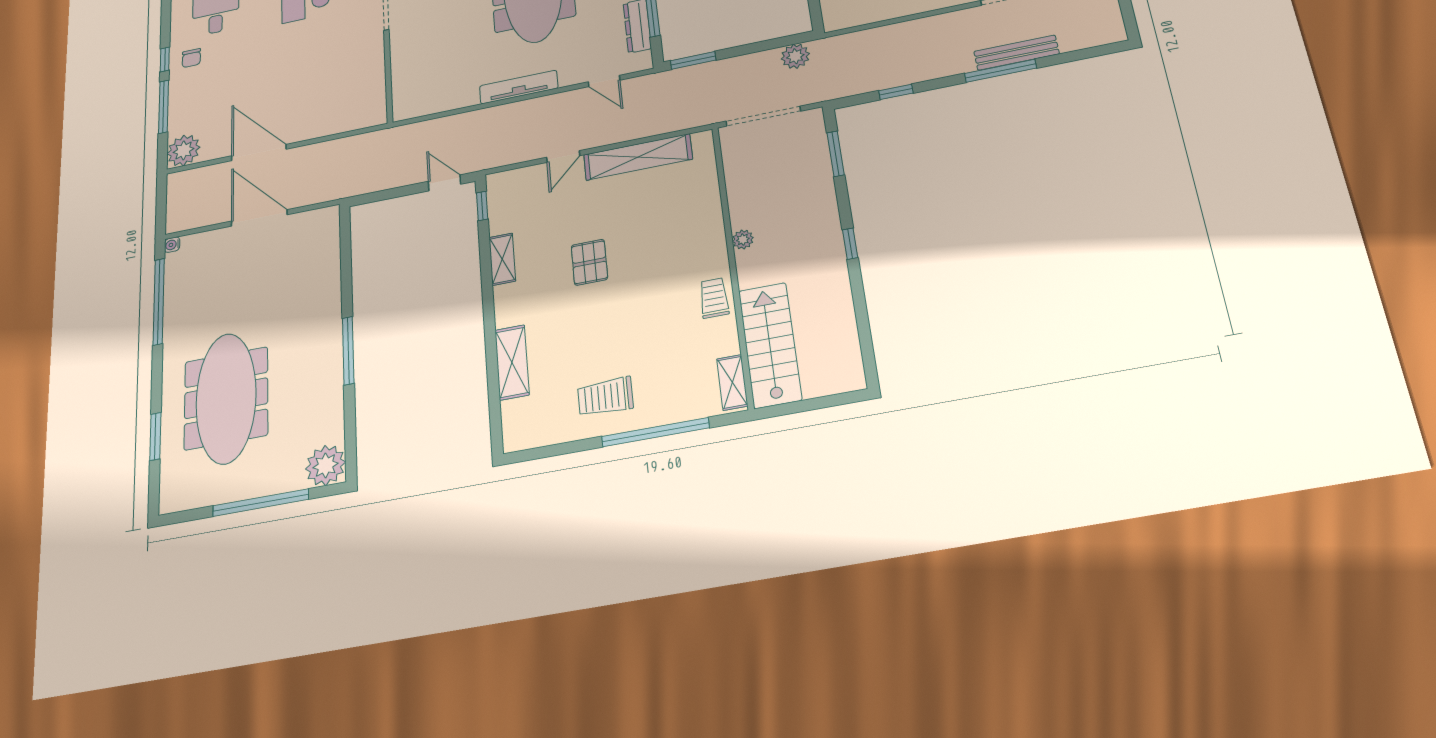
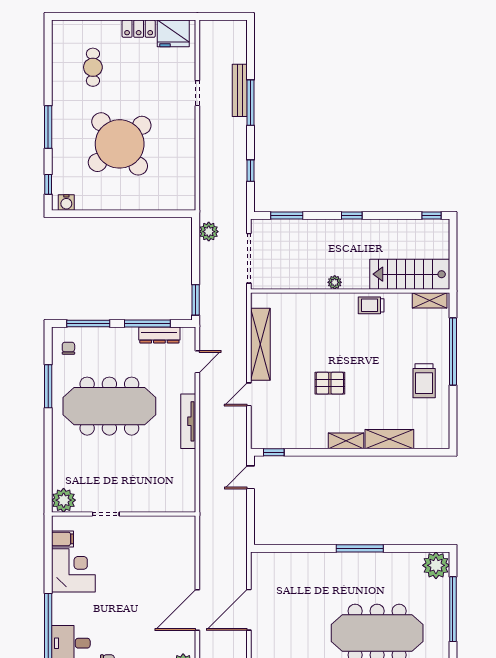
door: (563, 157) -> (249, 394), swing flipped
shelving: (502, 259) -> (346, 441), moved
window: (869, 360) -> (432, 215), added

